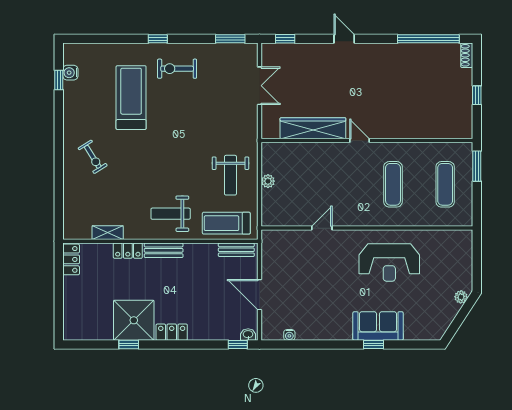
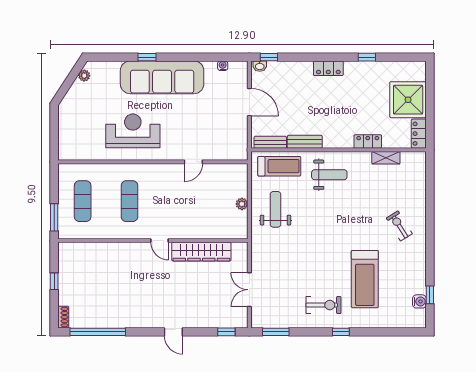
bench: (164, 250) -> (305, 142), moved
plant: (461, 297) -> (84, 76), moved
shower: (134, 320) -> (408, 100), moved
sofa: (378, 326) -> (162, 77), width x1.85, depth x1.27

